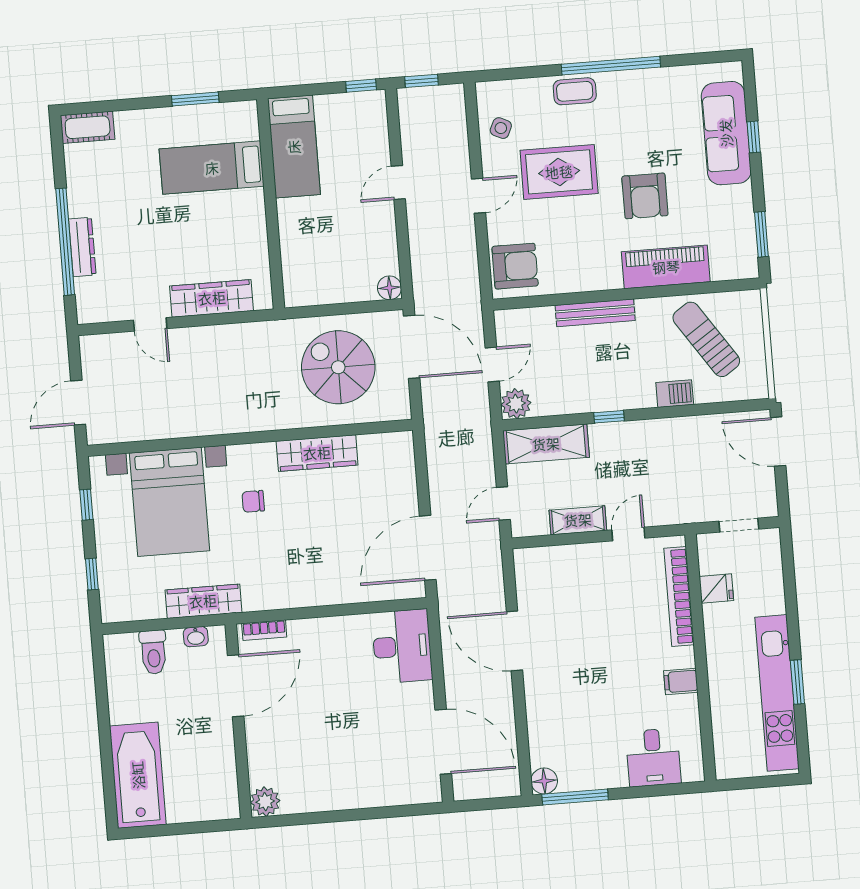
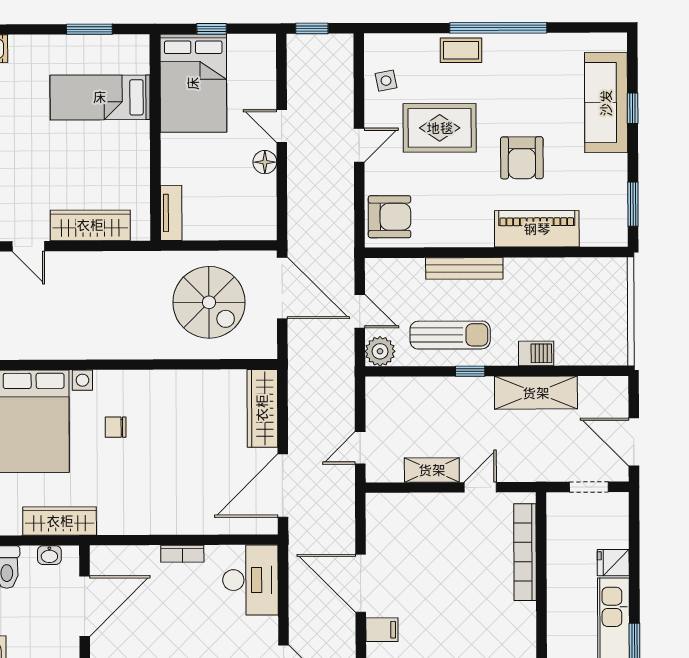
window: (361, 86) -> (212, 29), moved
side table: (501, 128) -> (386, 81), turned -36
bed: (294, 147) -> (193, 83), width x1.50
door: (398, 182) -> (282, 126), hinge flipped
tv unit: (293, 279) -> (171, 213), added
floor lamp: (389, 288) -> (265, 162), moved
sun lounger: (706, 339) -> (450, 335), moved, turned 124
door: (492, 364) -> (360, 311), hinge flipped
spiral stairs: (338, 367) -> (209, 302), turned 180
door: (778, 442) -> (634, 442), moved
shelving: (546, 444) -> (536, 393), moved
wardrobe: (317, 453) -> (262, 408), moved, turned 90
fridge: (716, 589) -> (613, 563), moved, turned 180
bookcase: (264, 630) -> (182, 554), moved
filing cabinet: (681, 681) -> (382, 630), moved, turned 180

